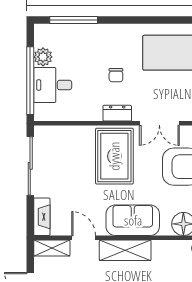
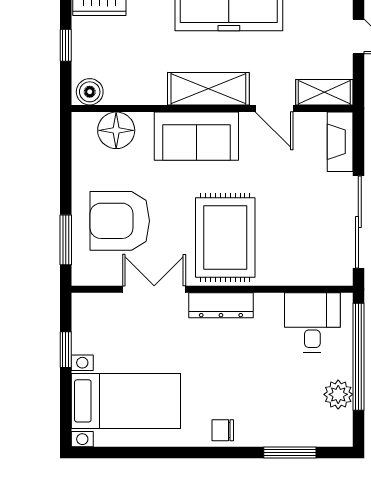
window: (74, 20) -> (290, 453), width x0.69
chair: (116, 75) -> (223, 430), moved, turned -90
desk: (53, 85) -> (312, 323), moved, turned -90
dresser: (117, 113) -> (221, 305), width x1.44

